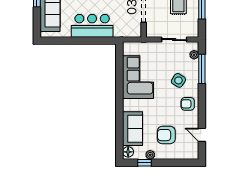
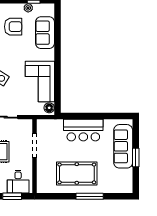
floor lamp: (128, 152) -> (49, 108), moved

